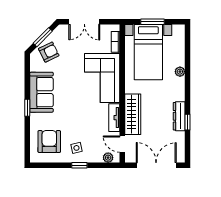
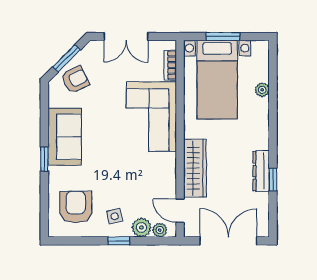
plant: (180, 72) -> (262, 90), moved
tv unit: (114, 118) -> (169, 173), removed
plant: (95, 156) -> (141, 228), added

